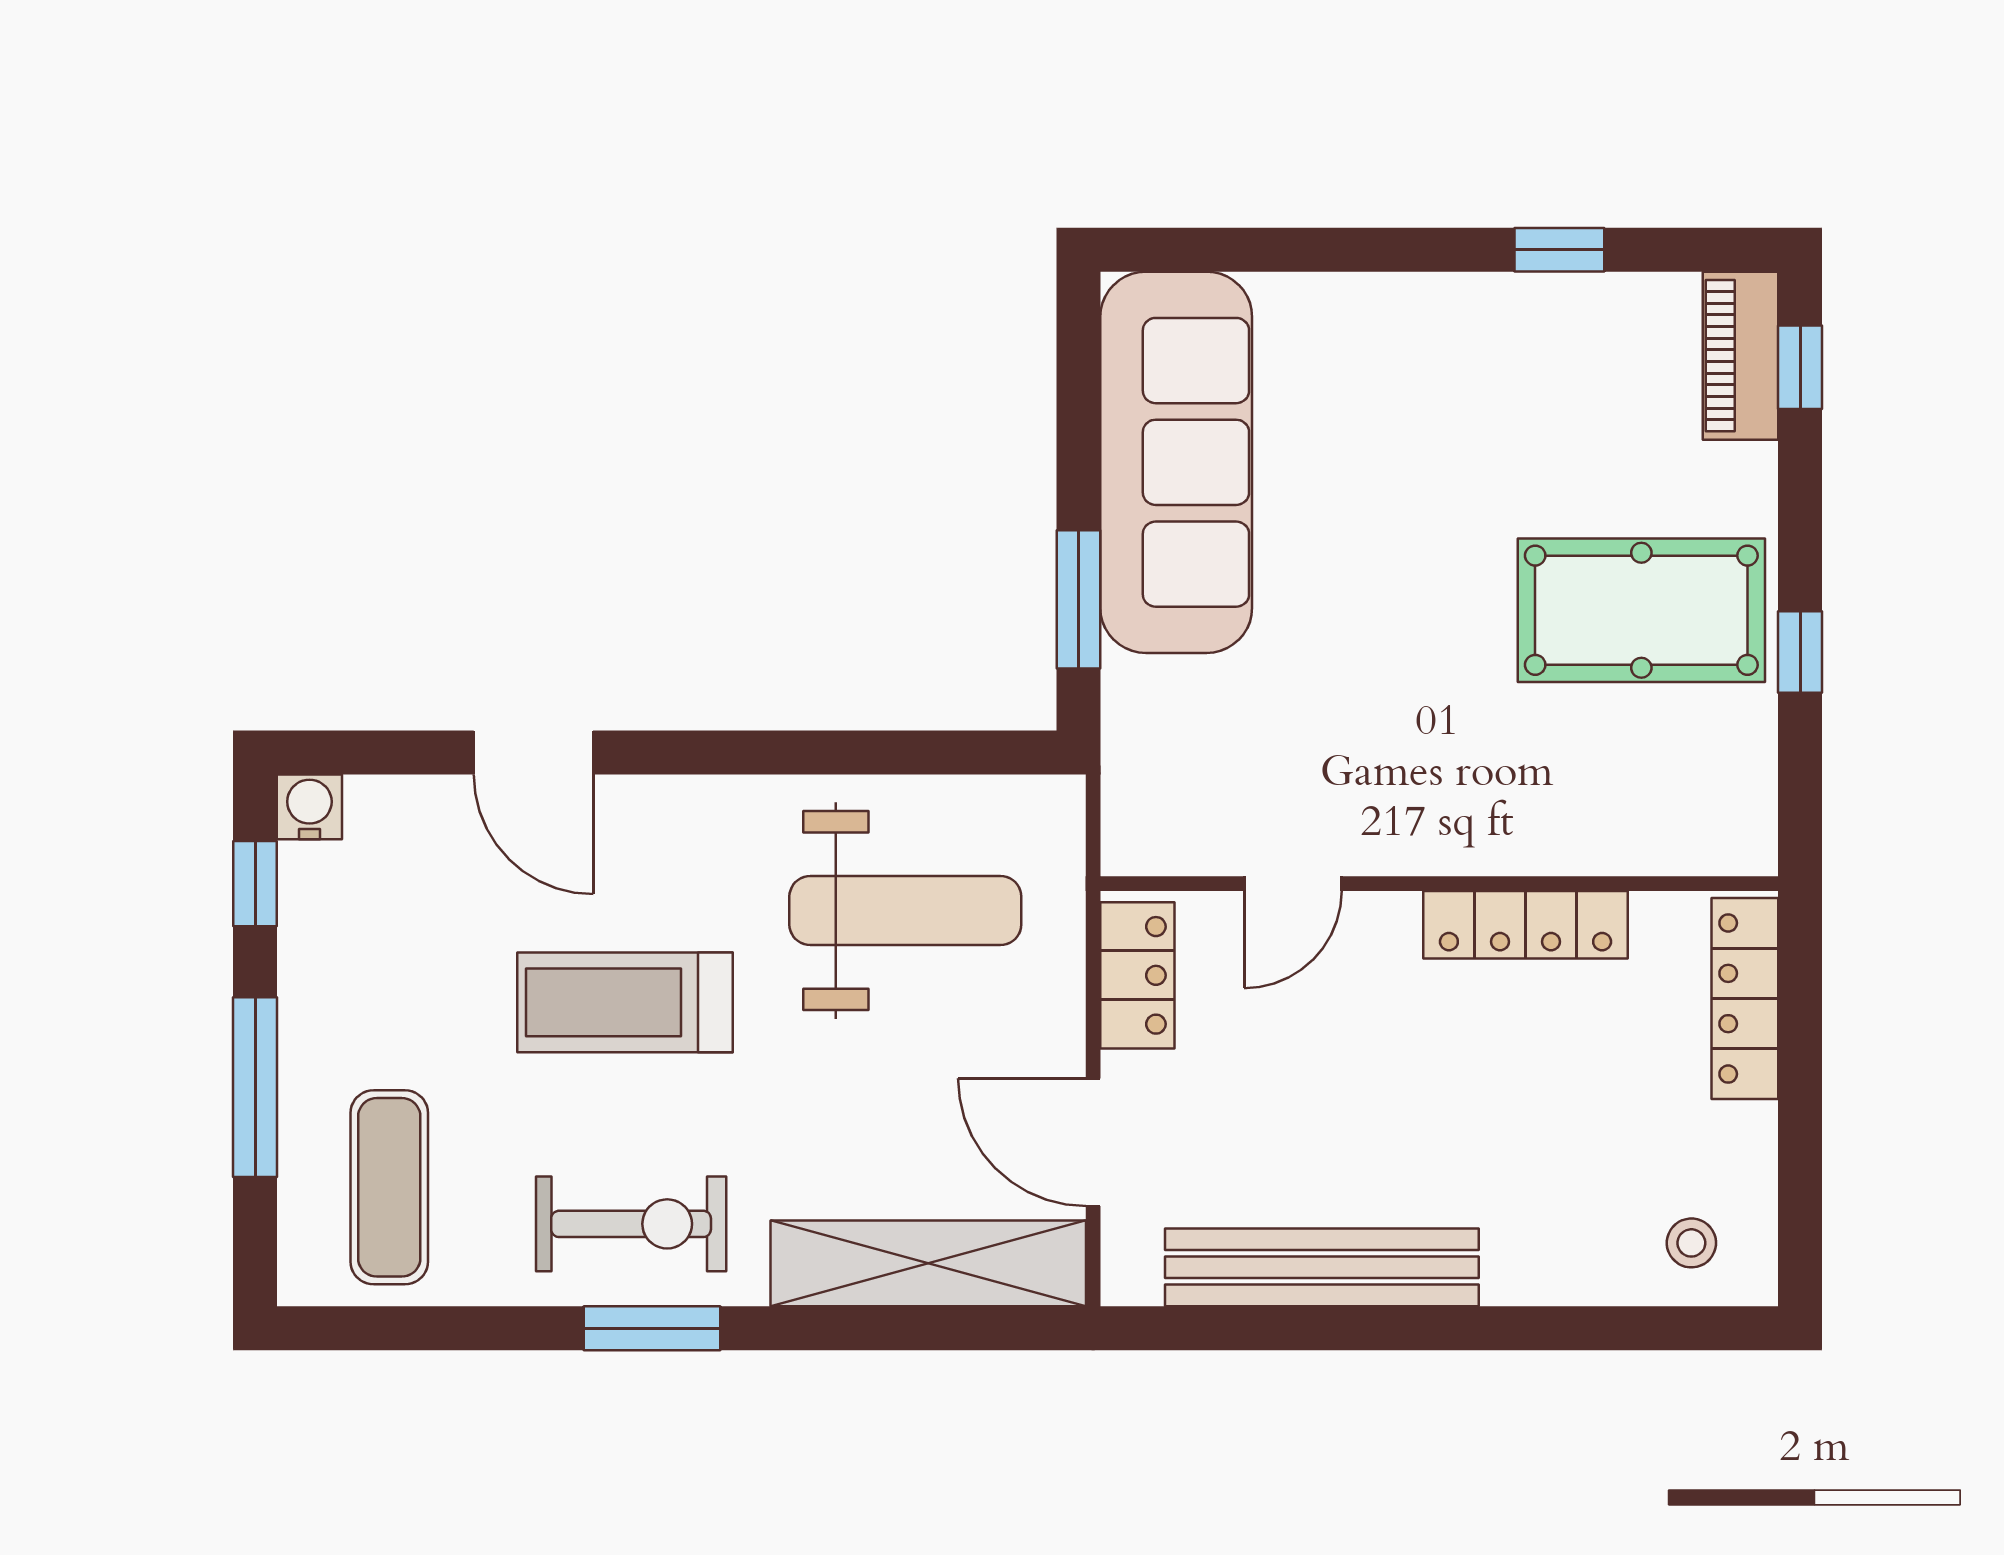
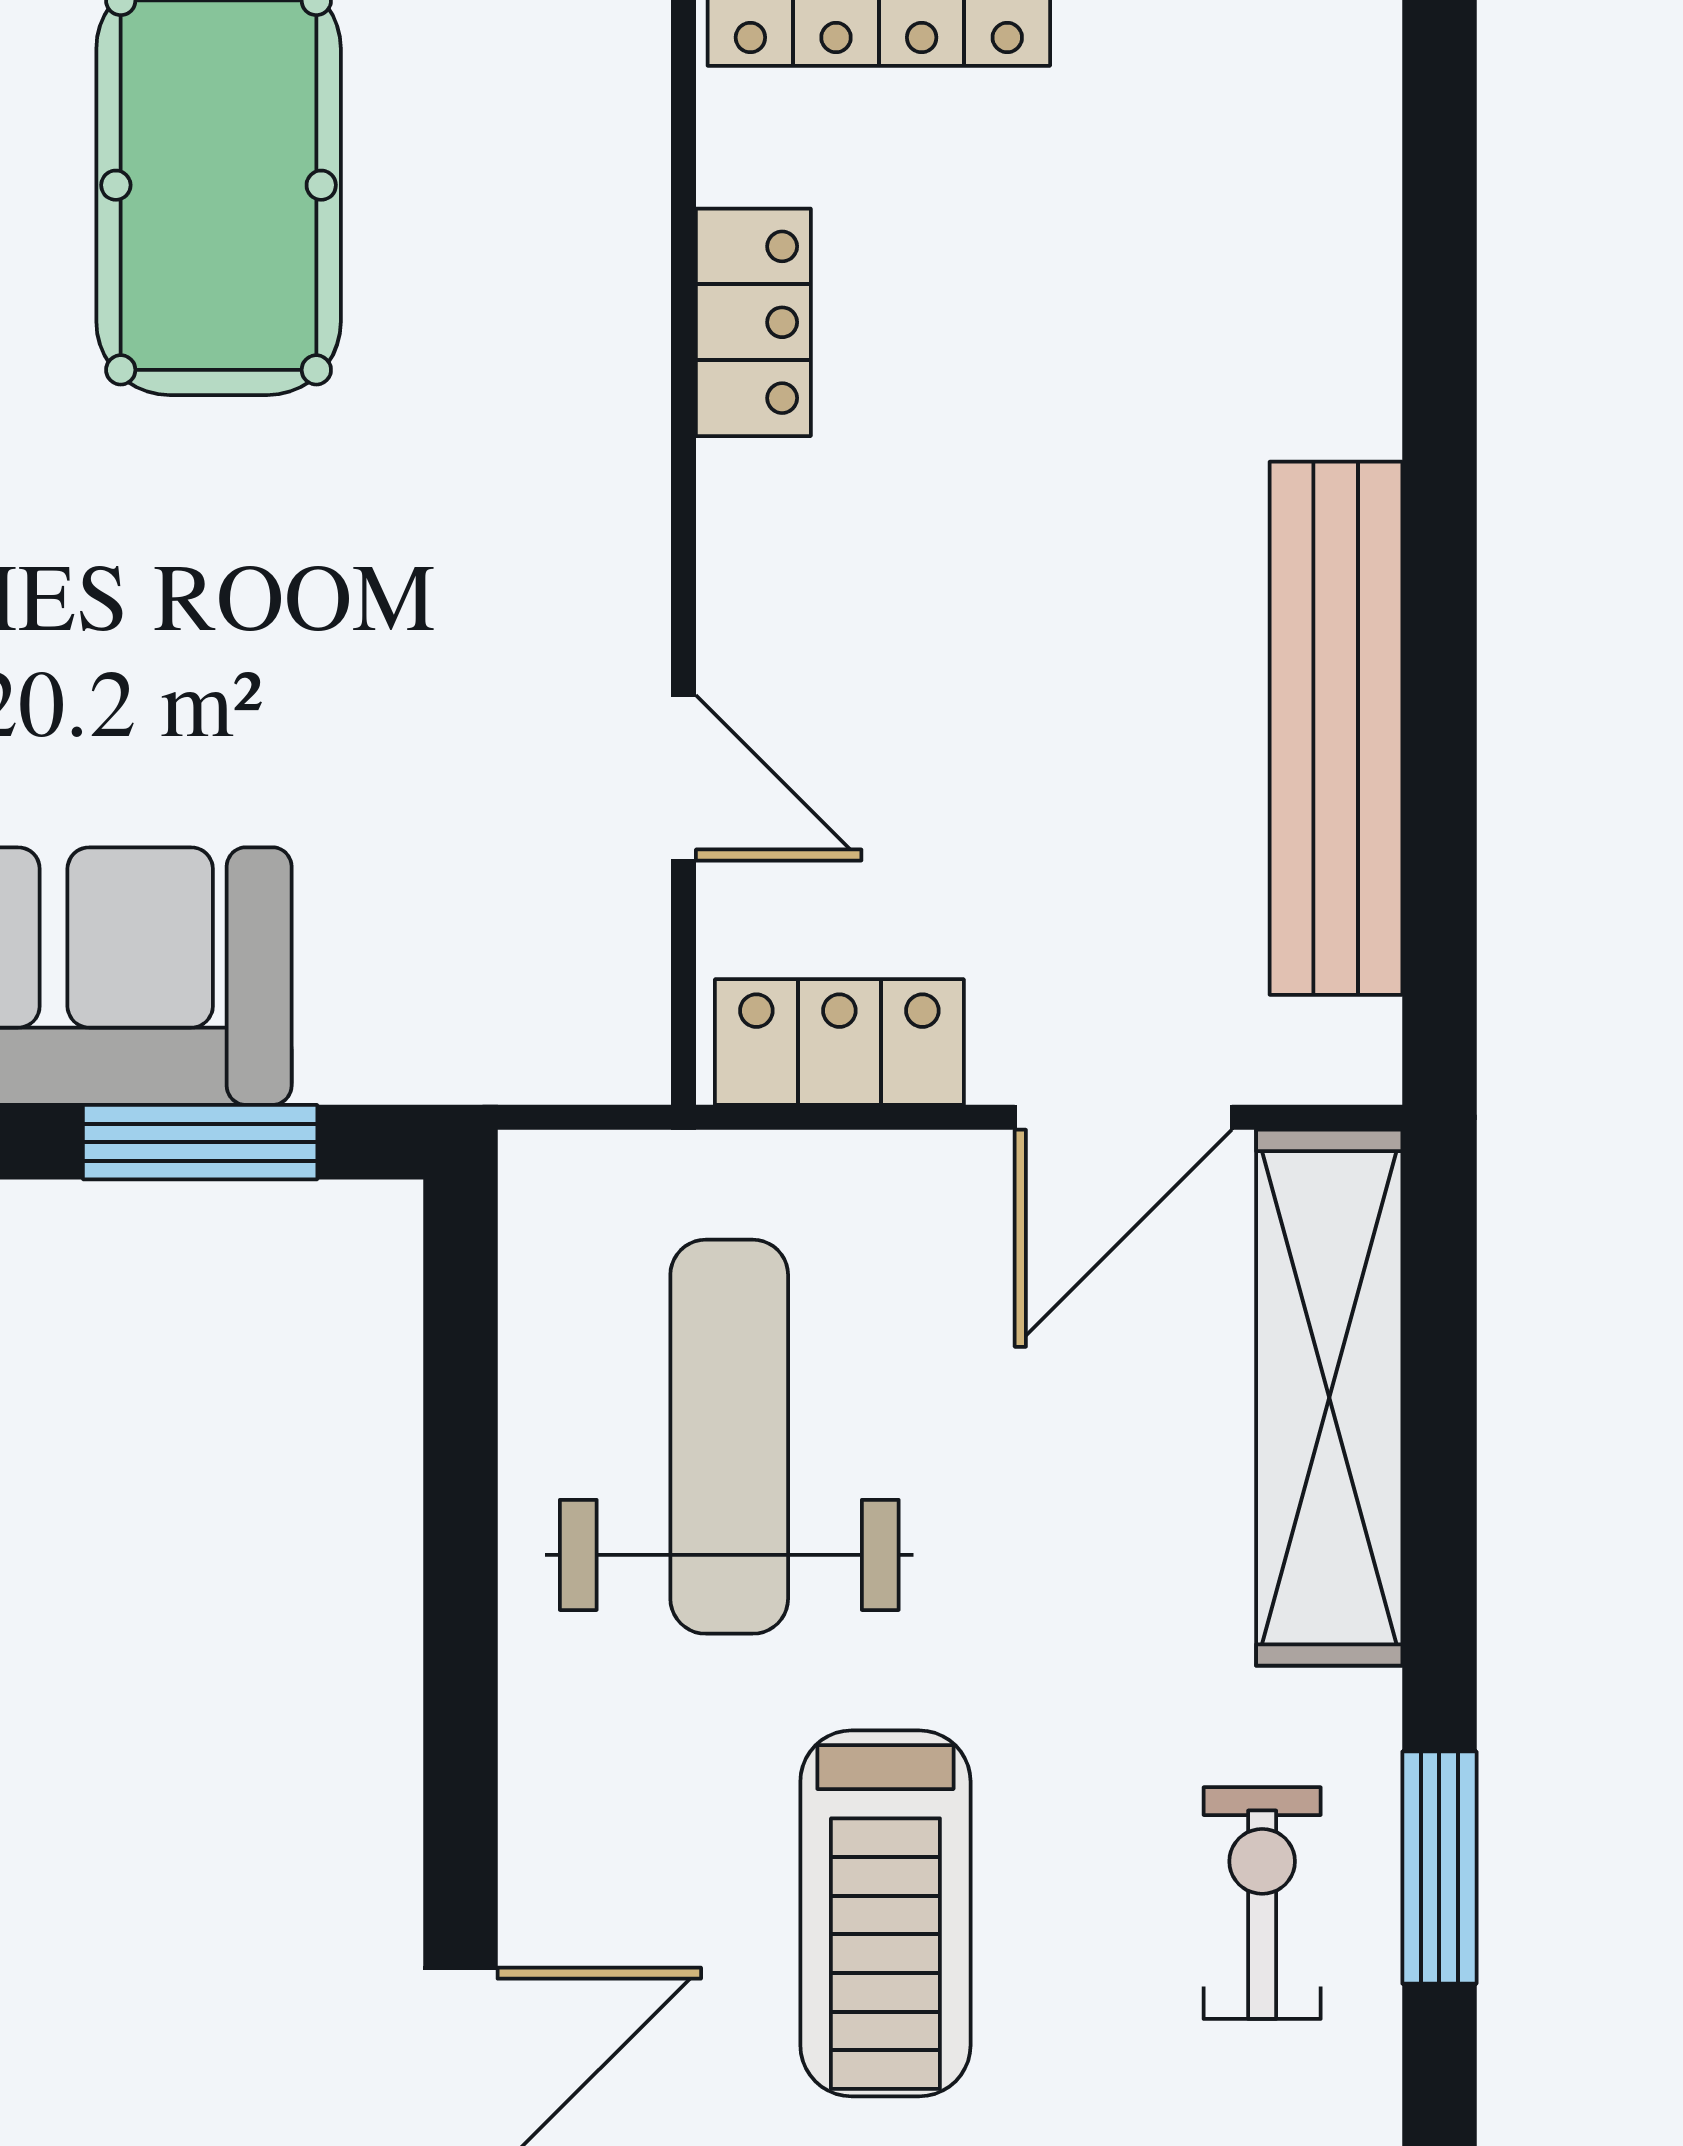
locker: (1526, 925) -> (753, 322), width x0.66
exercise bike: (631, 1224) -> (1262, 1903), width x0.73, depth x0.72
stool: (1691, 1243) -> (1294, 100), removed

